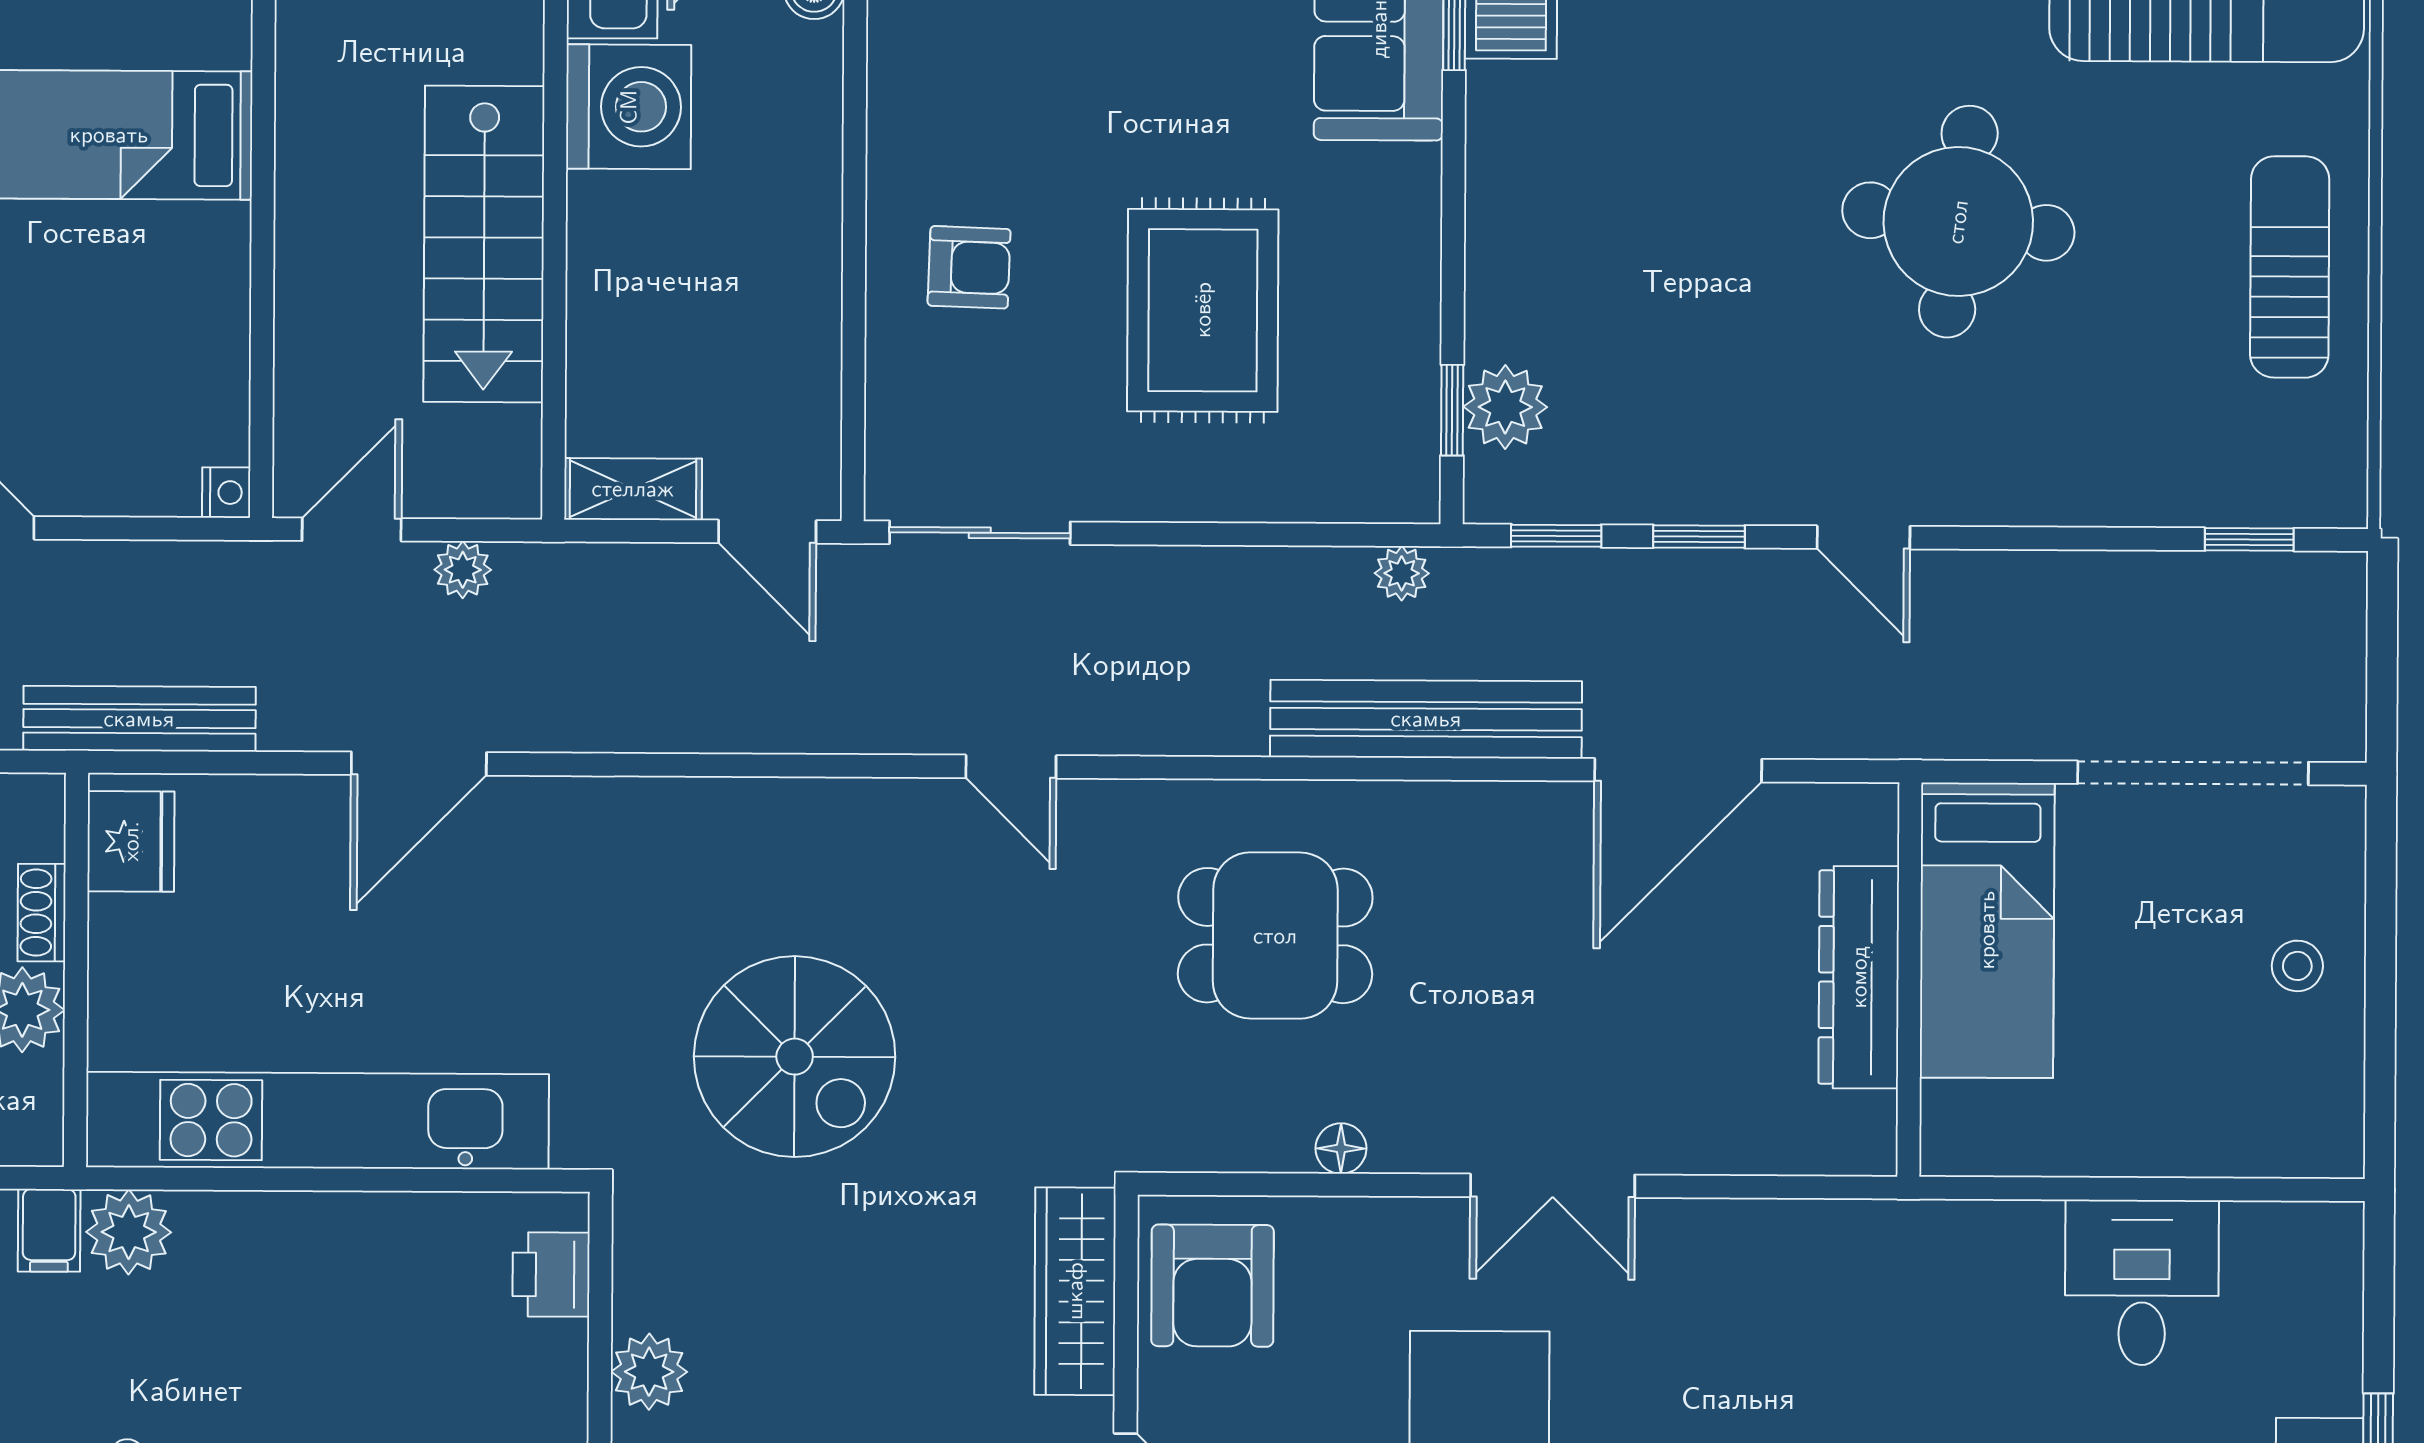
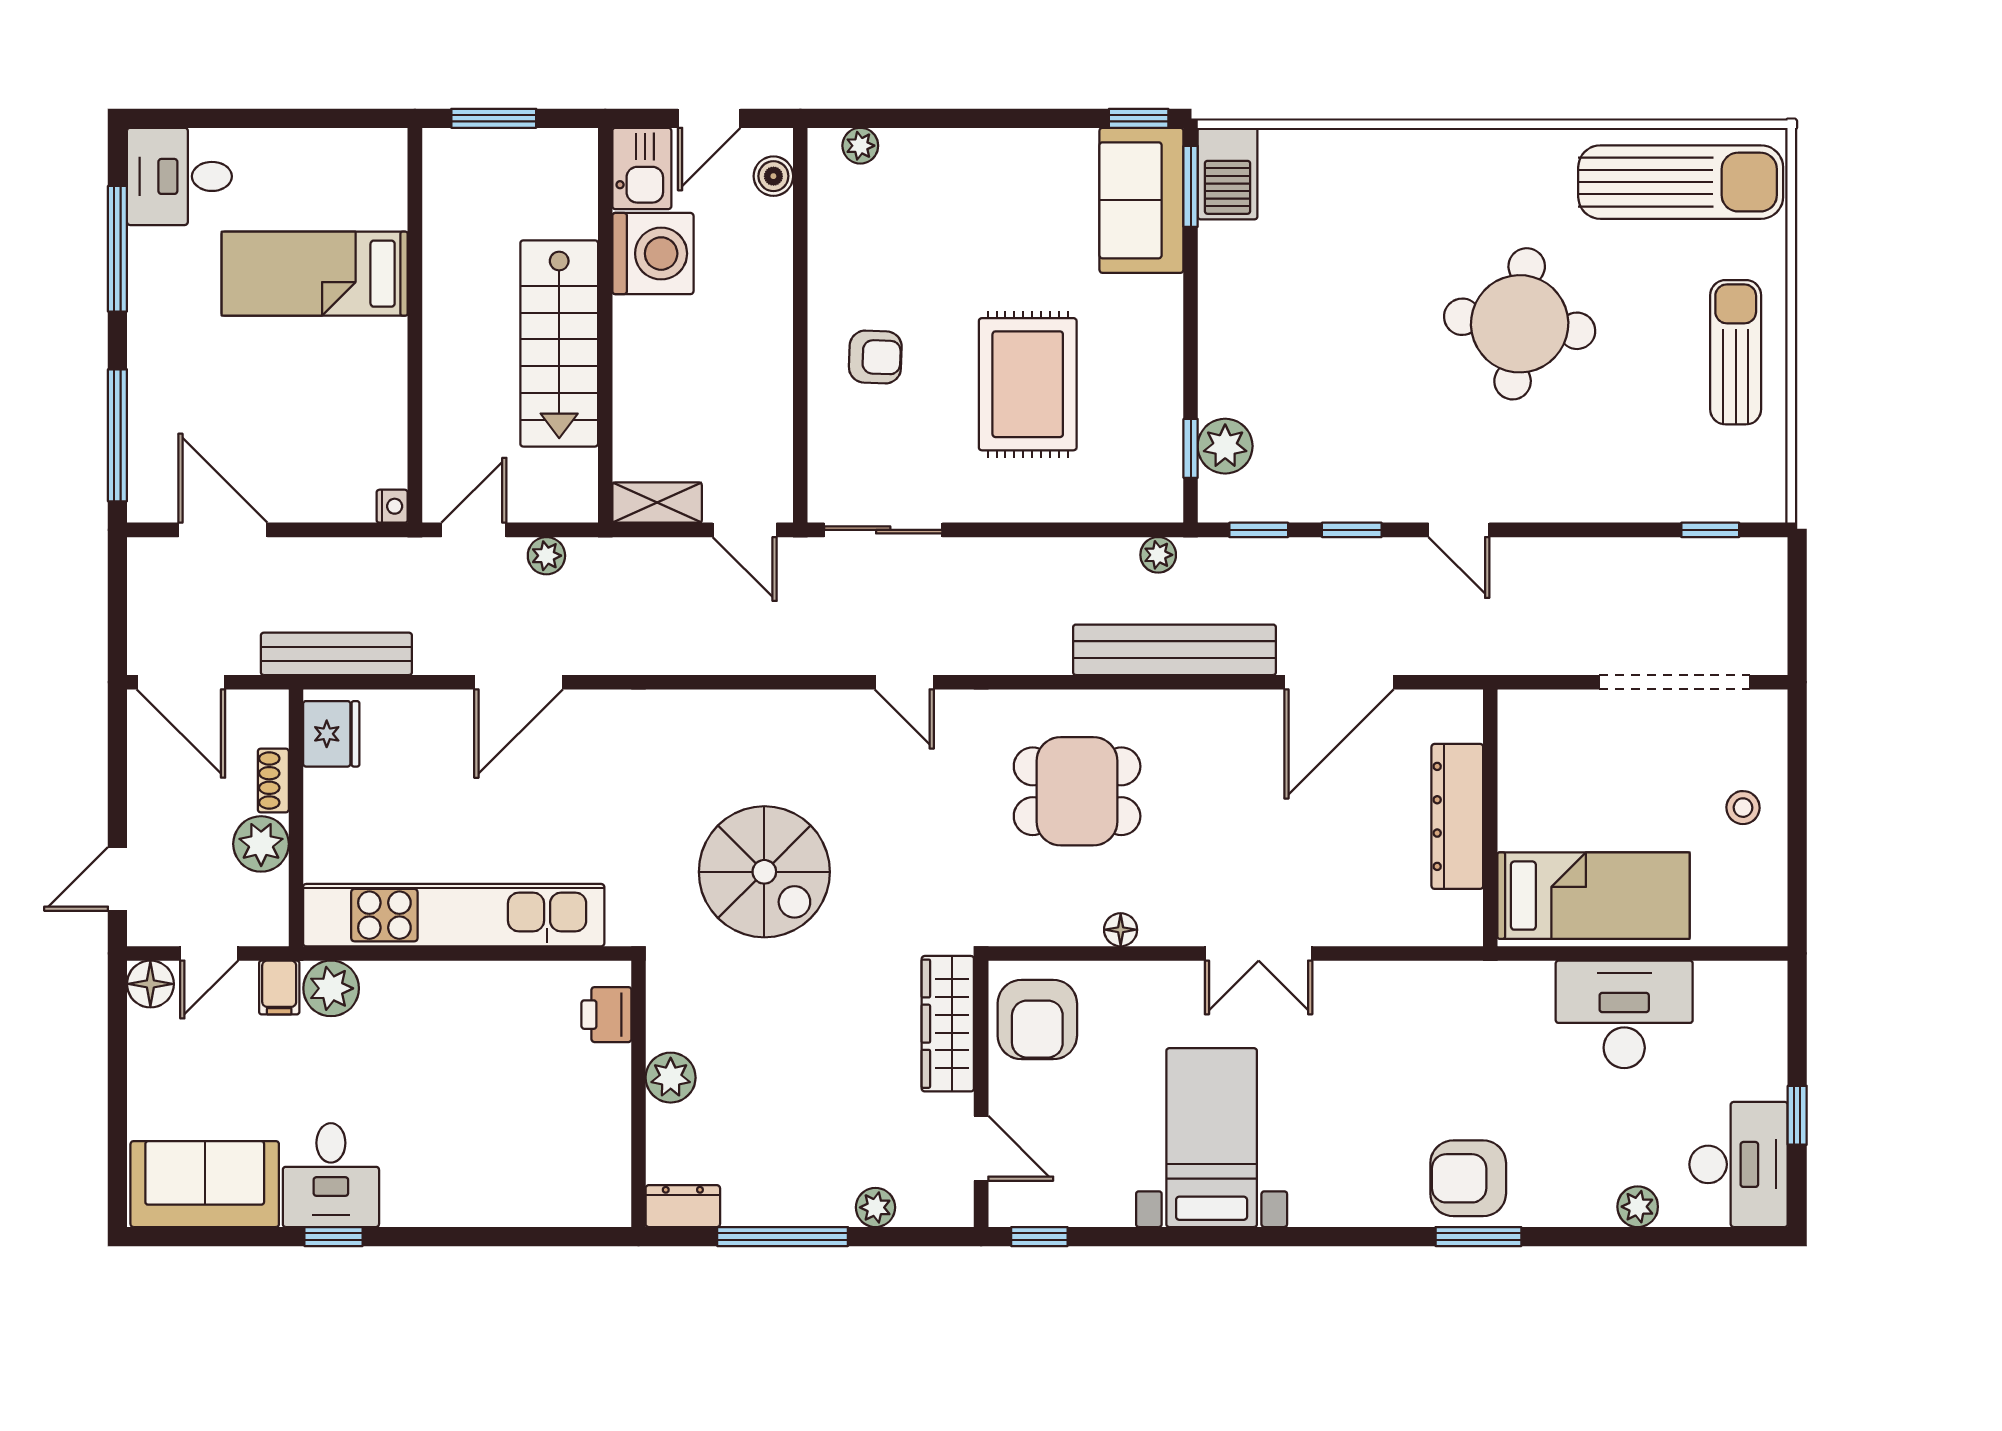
bed: (1987, 930) -> (1594, 896), moved, turned -90
desk: (2142, 1283) -> (1624, 1014), width x1.37

